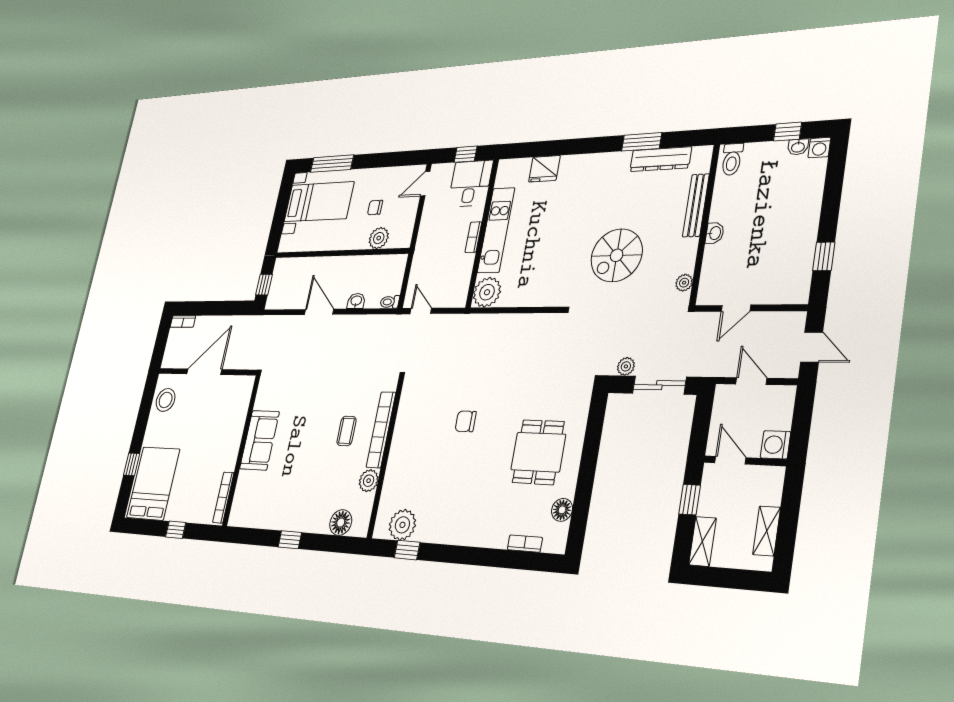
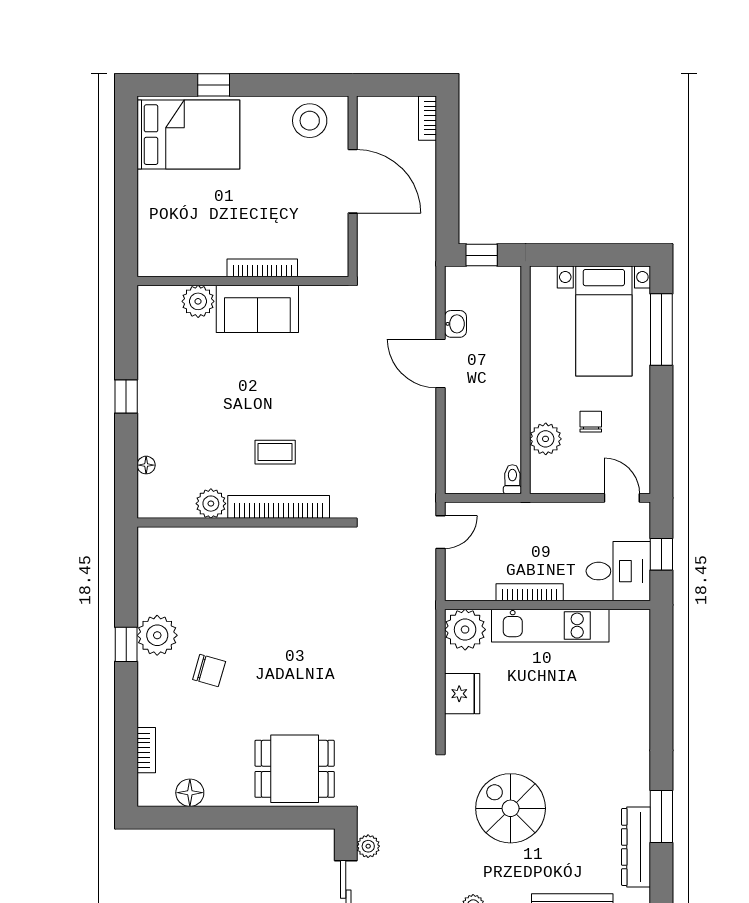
fridge: (544, 169) -> (462, 694), moved, turned 180
bookcase: (473, 237) -> (530, 592), width x1.56
washbasin: (356, 301) -> (455, 324), moved
toilet: (390, 302) -> (512, 479), moved
door: (319, 312) -> (440, 364), swing flipped
chair: (466, 421) -> (209, 671), moved, turned 106
dining table: (538, 452) -> (295, 769), moved
plant: (246, 483) -> (198, 301), added
bookcase: (223, 497) -> (262, 268), moved
floor lamp: (341, 523) -> (146, 465), width x0.53, depth x0.53
plant: (402, 525) -> (157, 635), moved
window: (176, 530) -> (126, 196), removed
window: (407, 550) -> (126, 644), moved

